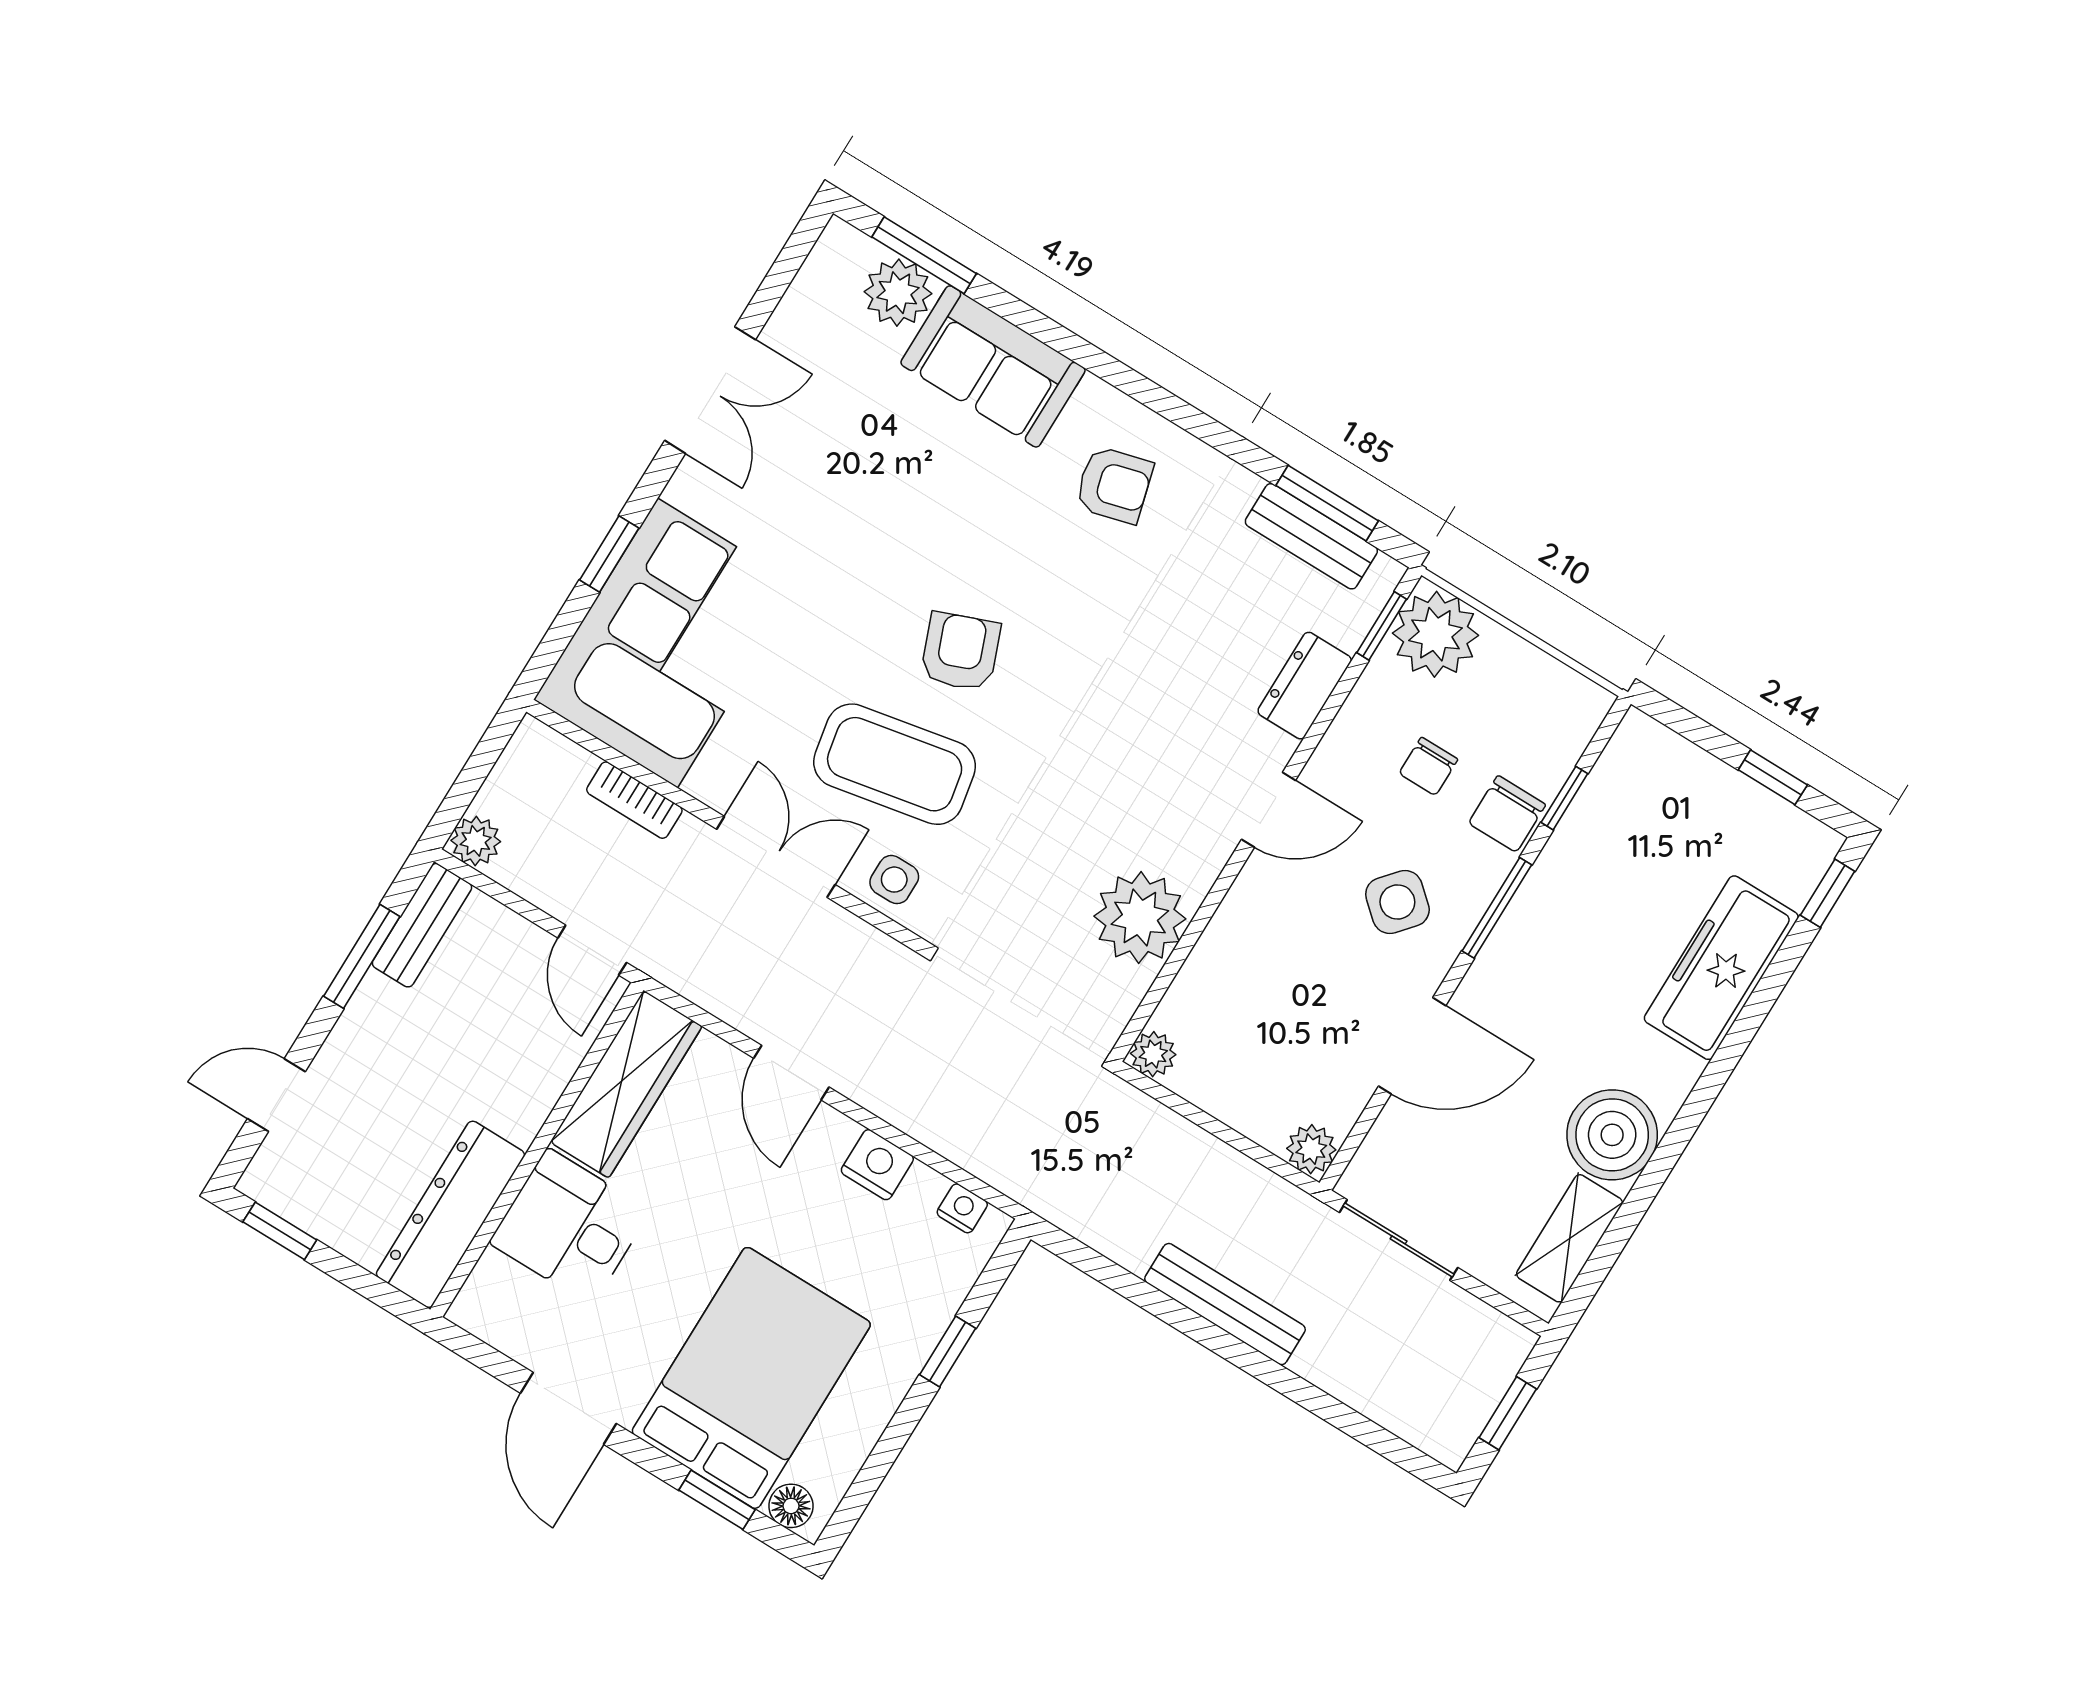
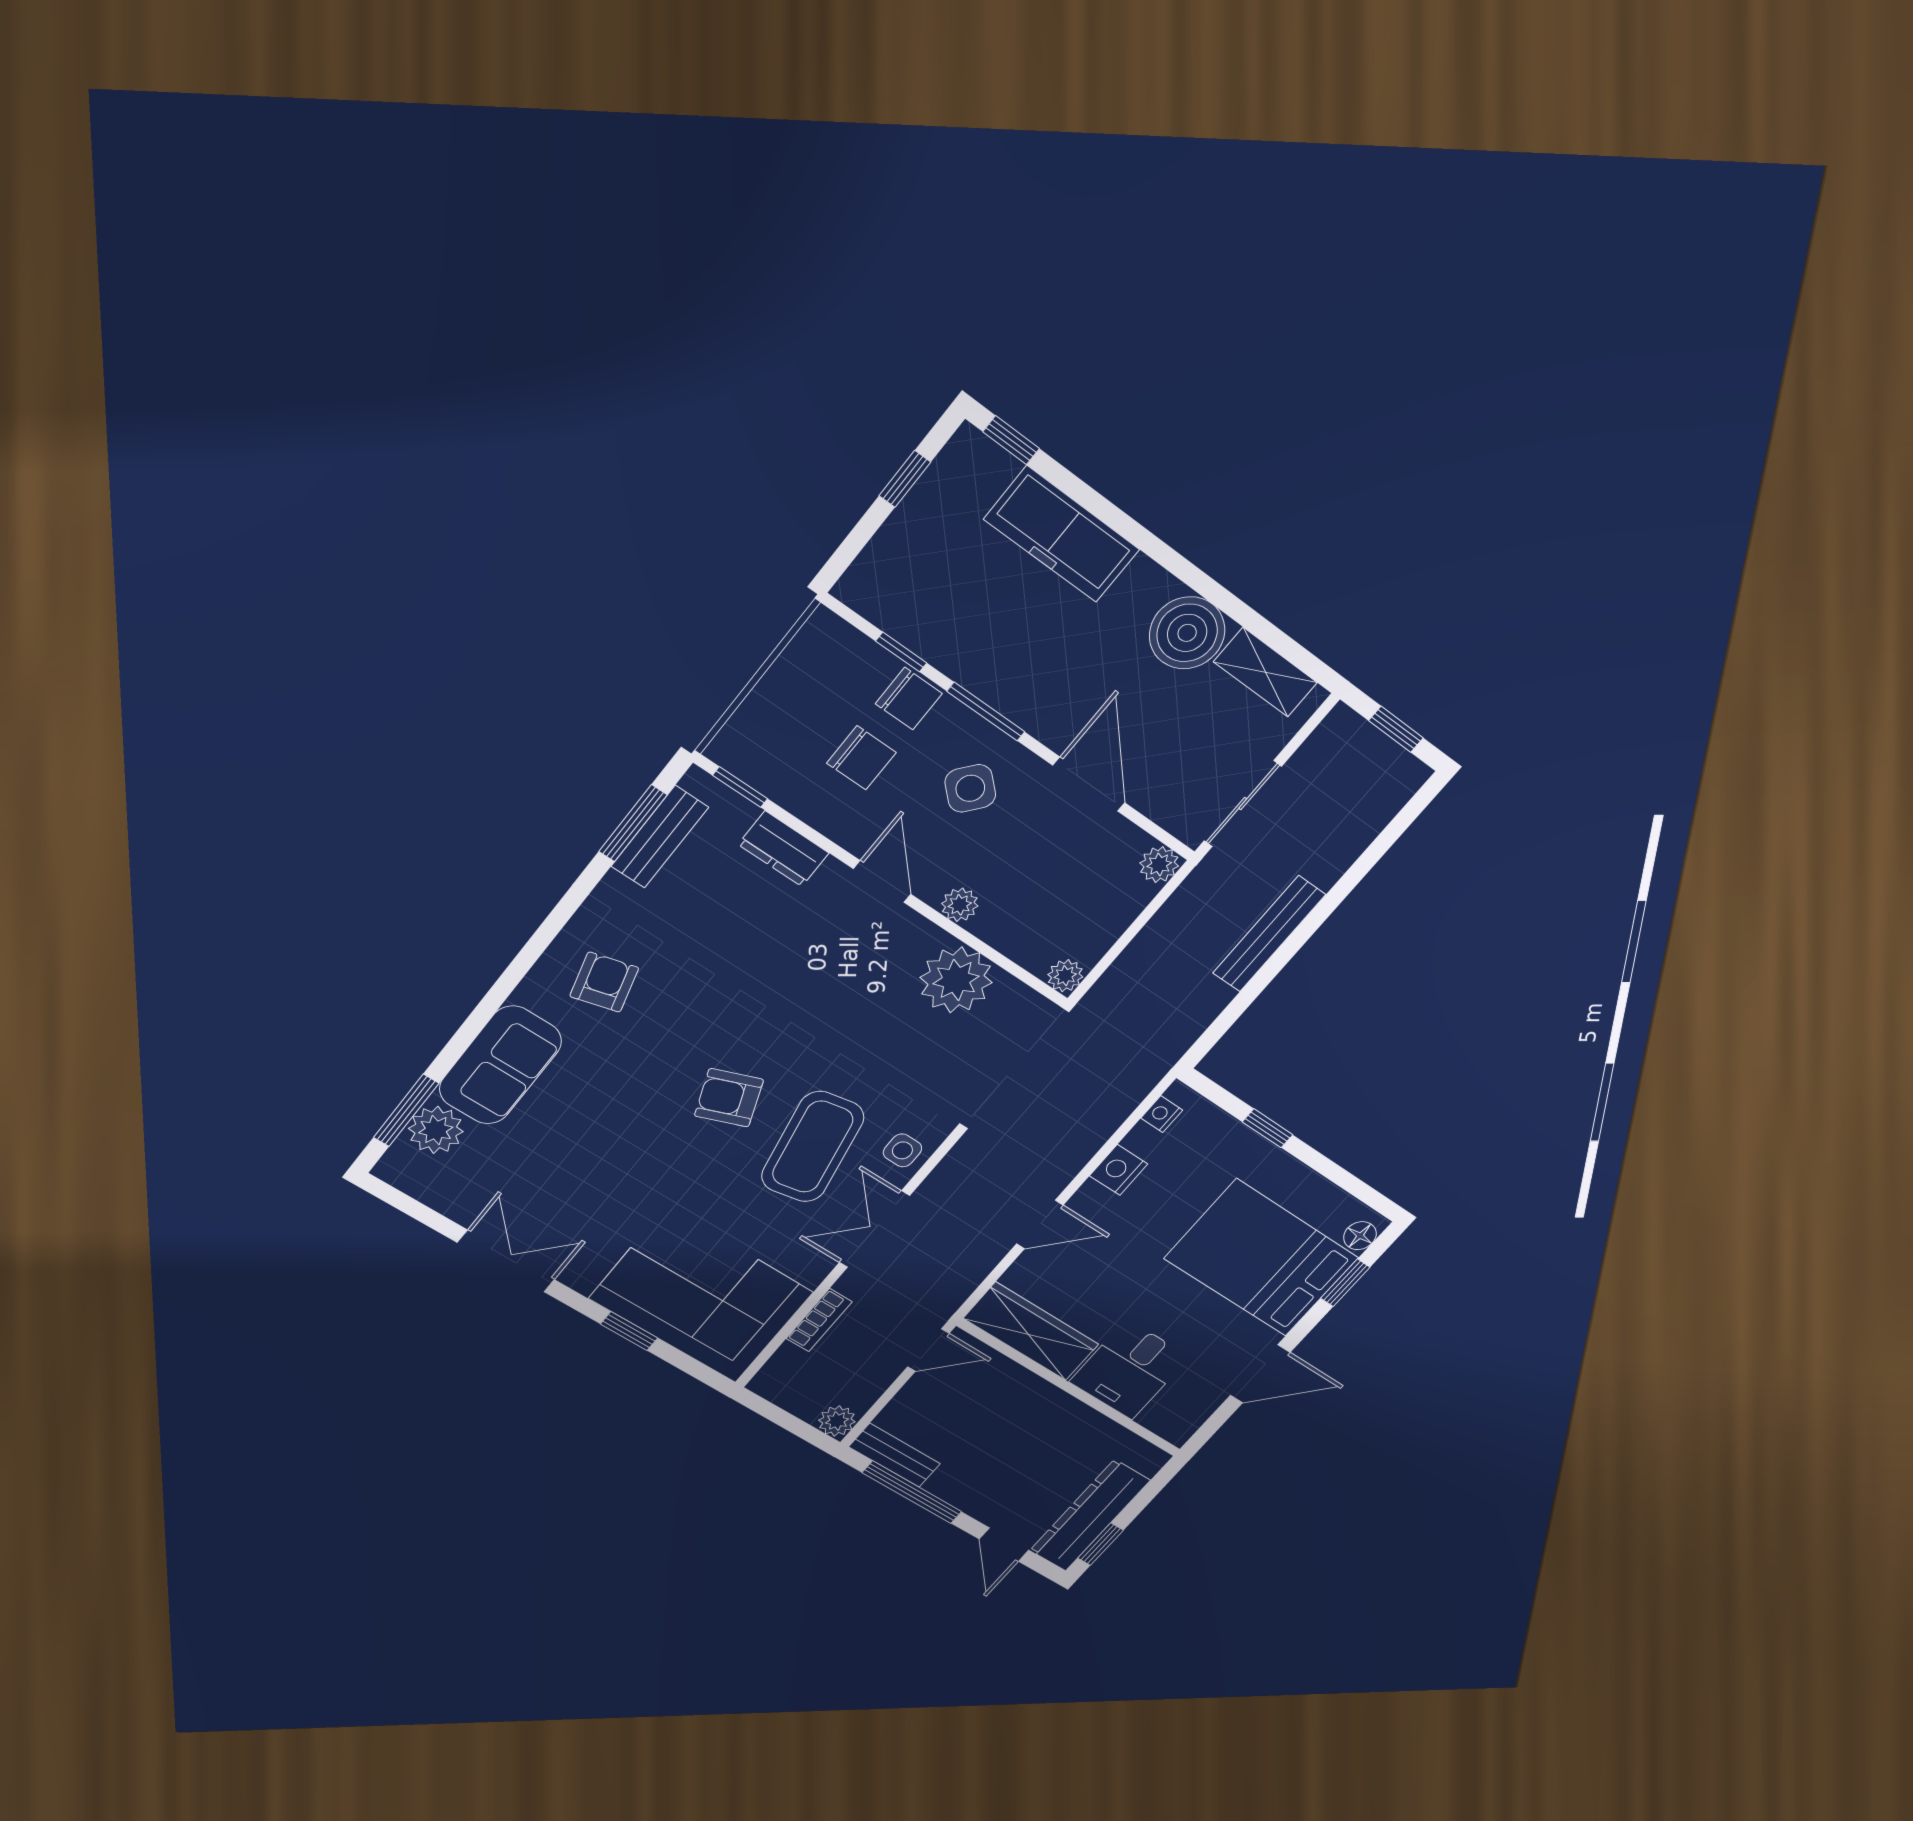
plant: (1435, 634) -> (960, 905), moved, width x0.53, depth x0.53
chair: (1428, 766) -> (862, 758), width x1.37, depth x1.37
window: (362, 956) -> (912, 1492), width x1.44
dresser: (451, 1214) -> (1090, 1515), moved, turned 90

